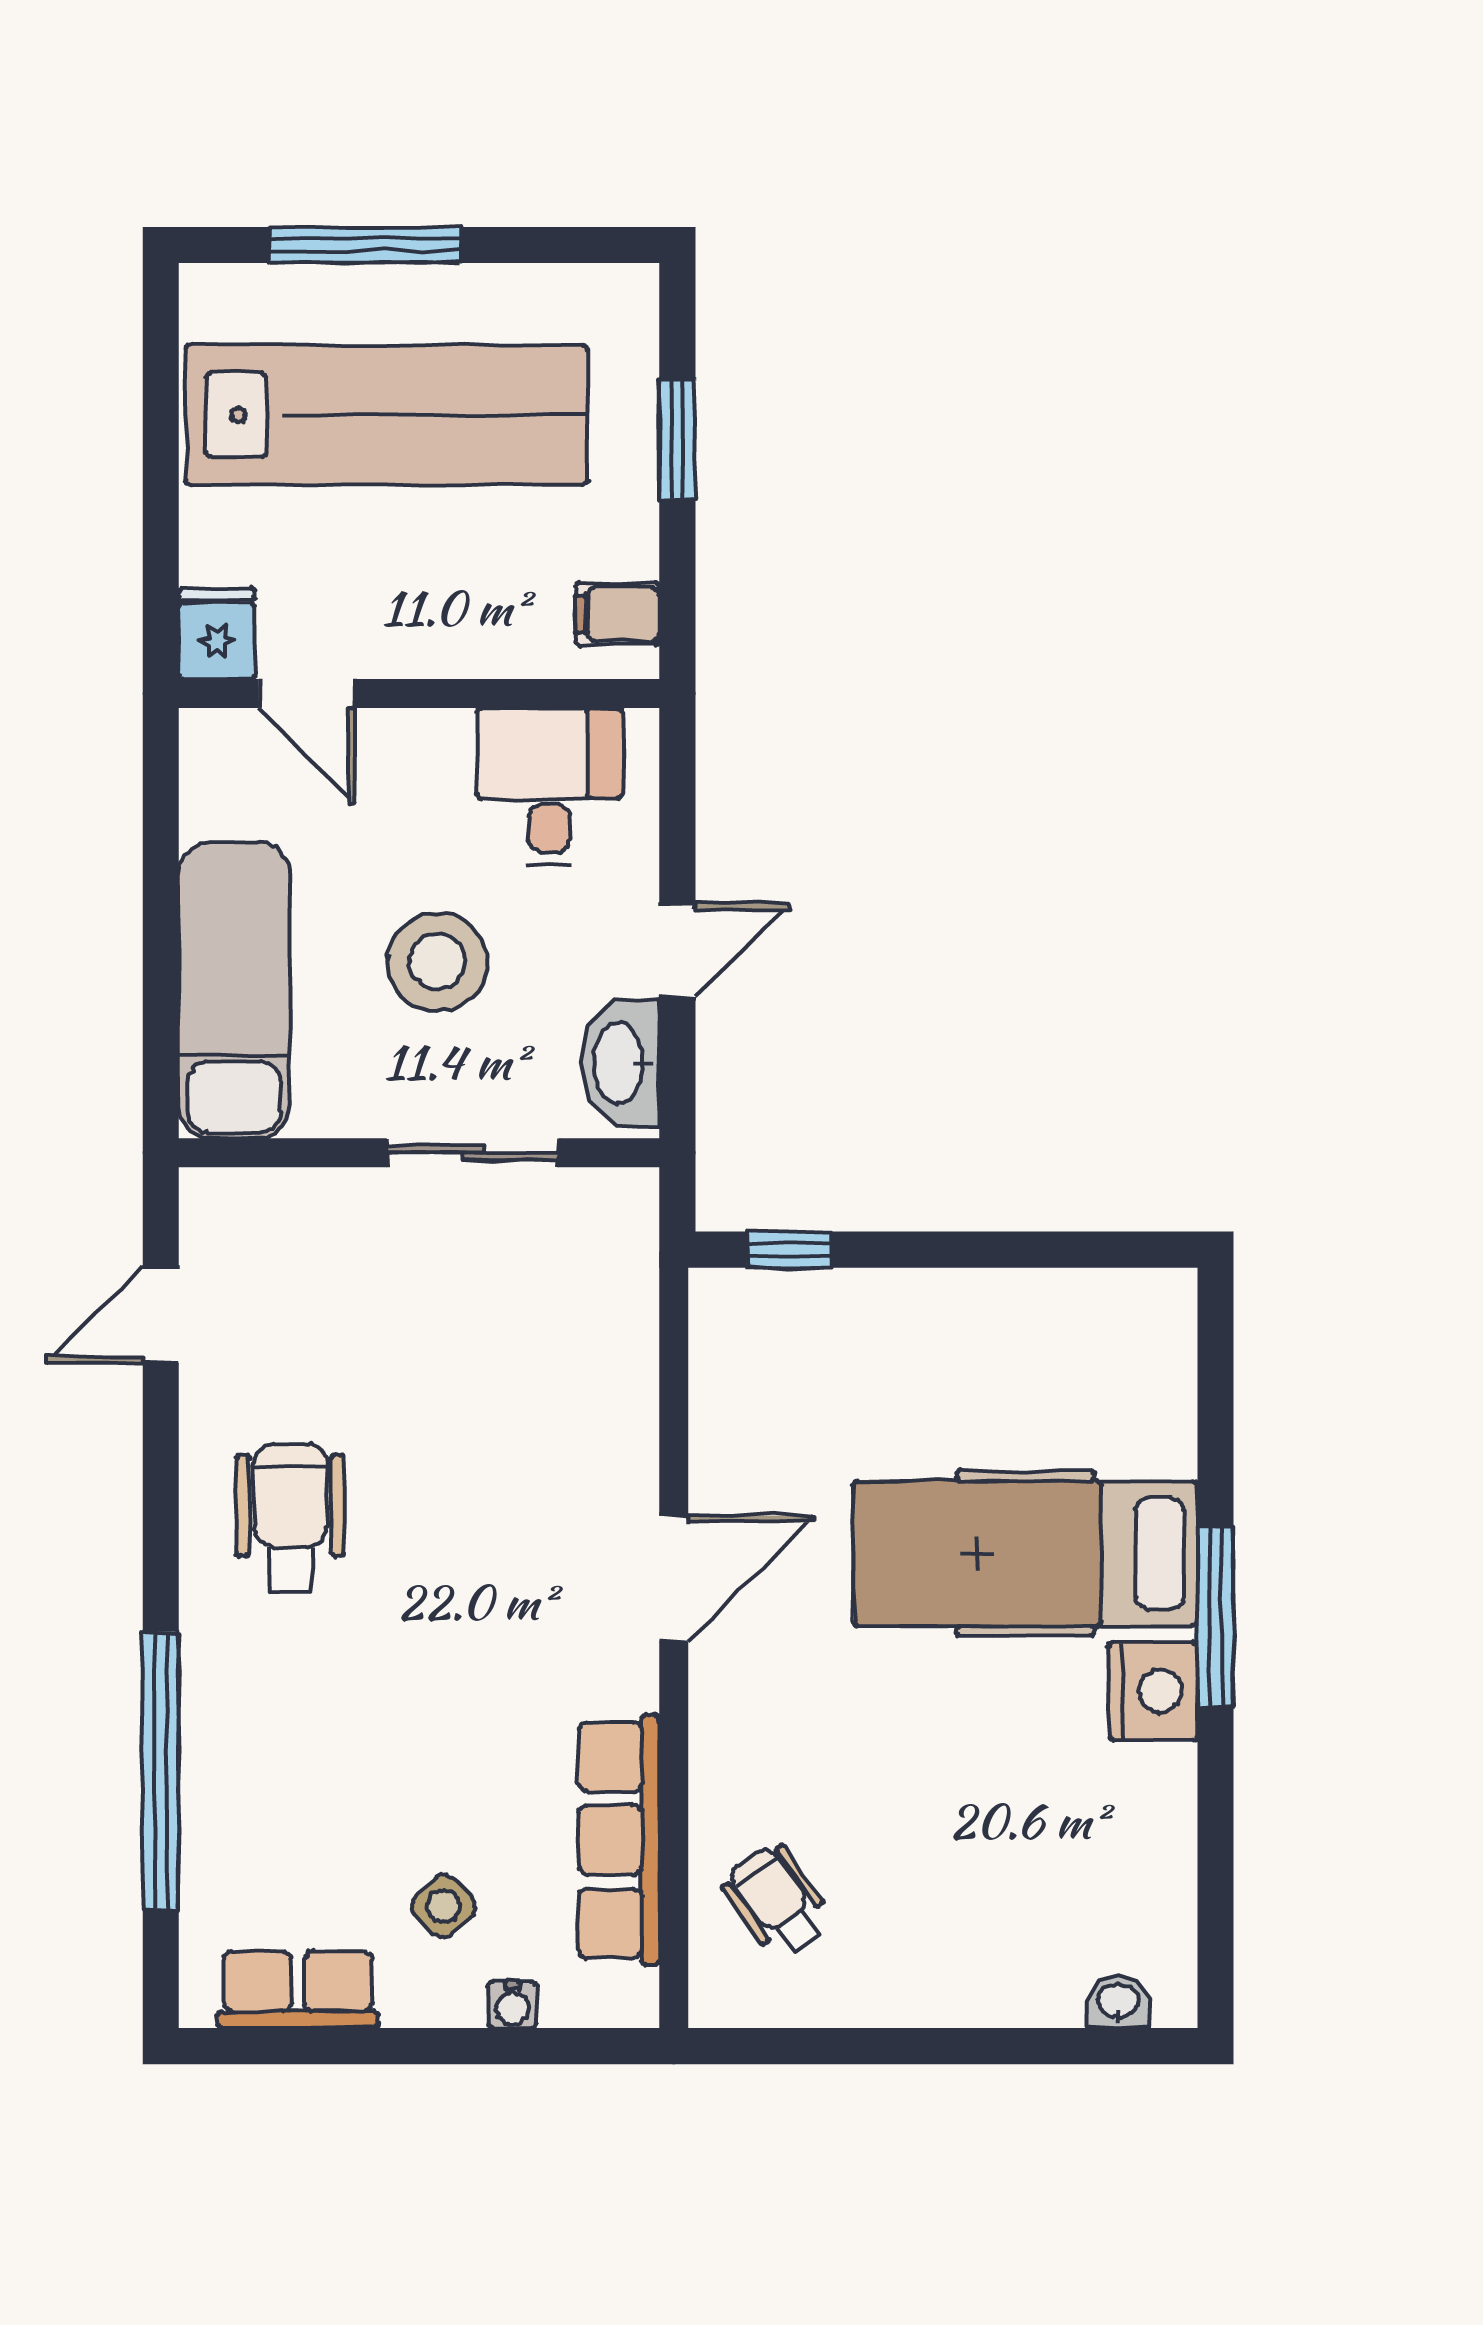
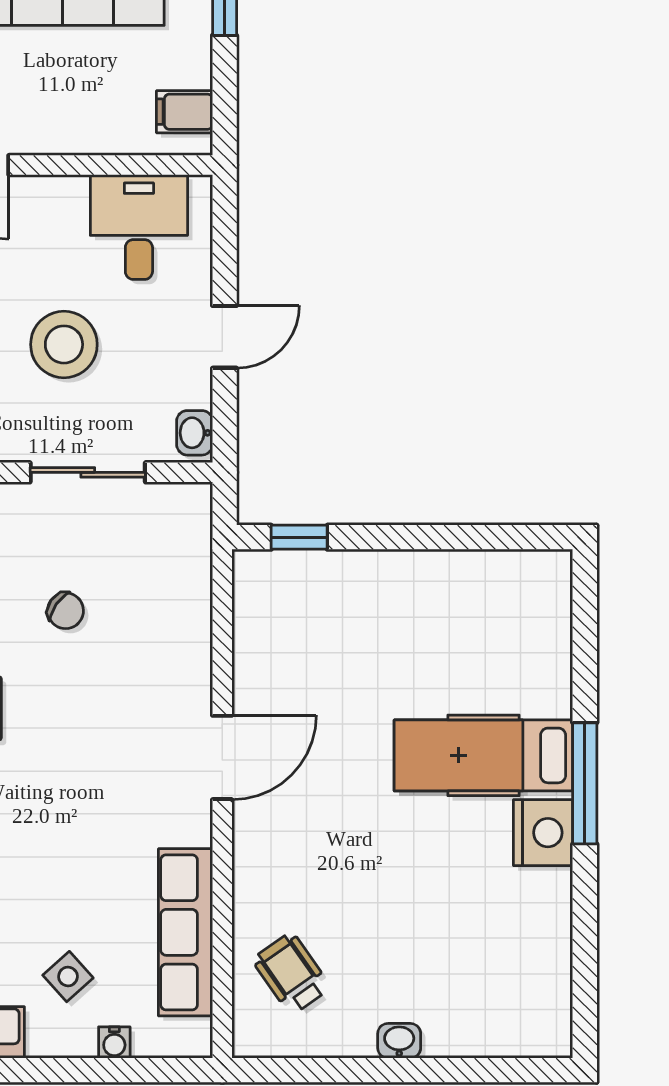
washbasin: (620, 1063) -> (195, 433), width x0.52, depth x0.69
chair: (440, 1360) -> (66, 611), added
hospital bed: (1026, 1554) -> (483, 755), width x0.73, depth x0.78
washbasin: (1118, 2002) -> (399, 1041), moved

